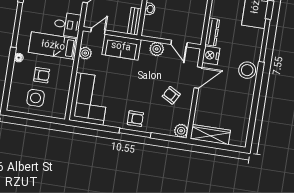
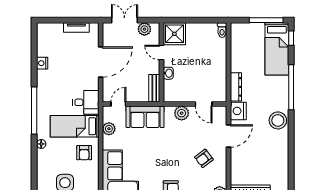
armchair: (42, 75) -> (84, 153), moved, turned 90
armchair: (171, 95) -> (204, 158), turned -66

